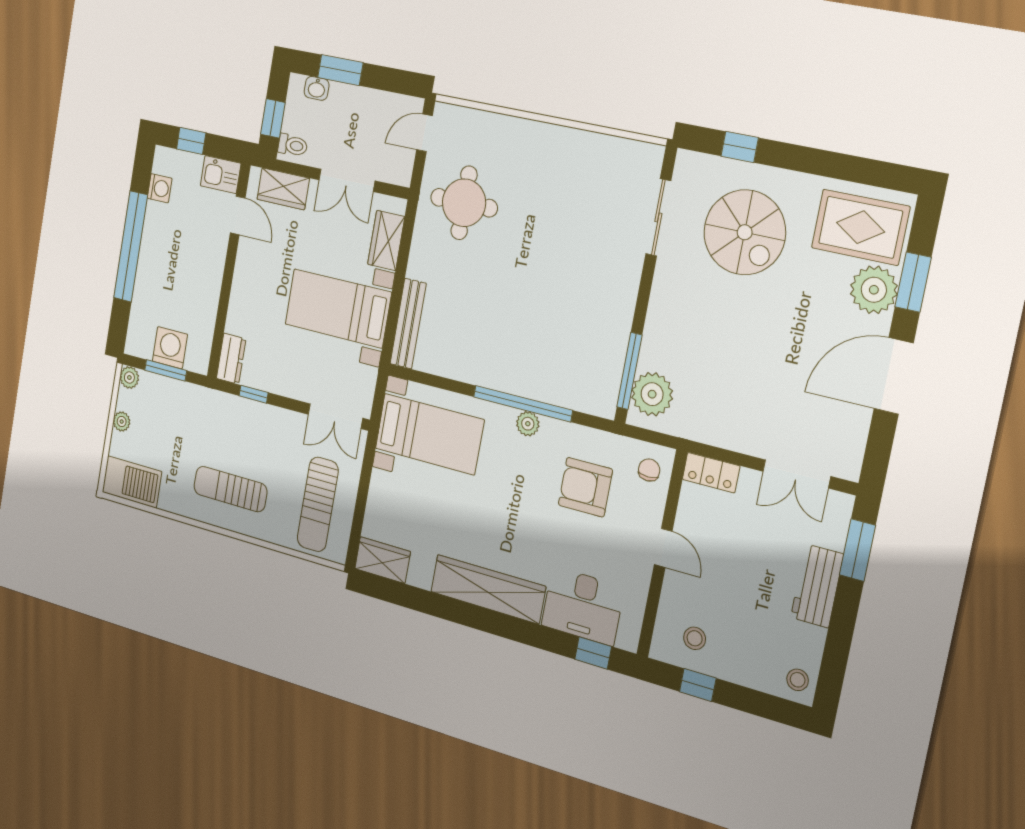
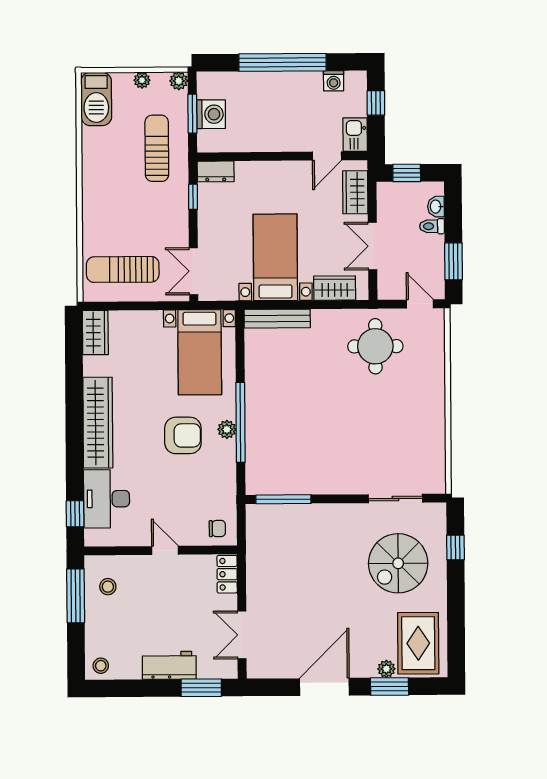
window: (340, 70) -> (453, 261), moved
toilet: (293, 145) -> (432, 226), moved, turned 90
plant: (874, 290) -> (386, 669), width x0.53, depth x0.53
door: (894, 376) -> (324, 687), hinge flipped
plant: (652, 394) -> (271, 520), removed
armchair: (585, 487) -> (183, 435), moved, turned 90
sun lounger: (230, 489) -> (157, 148), moved
door: (663, 548) -> (165, 550), swing flipped
window: (698, 685) -> (76, 596), width x2.17

